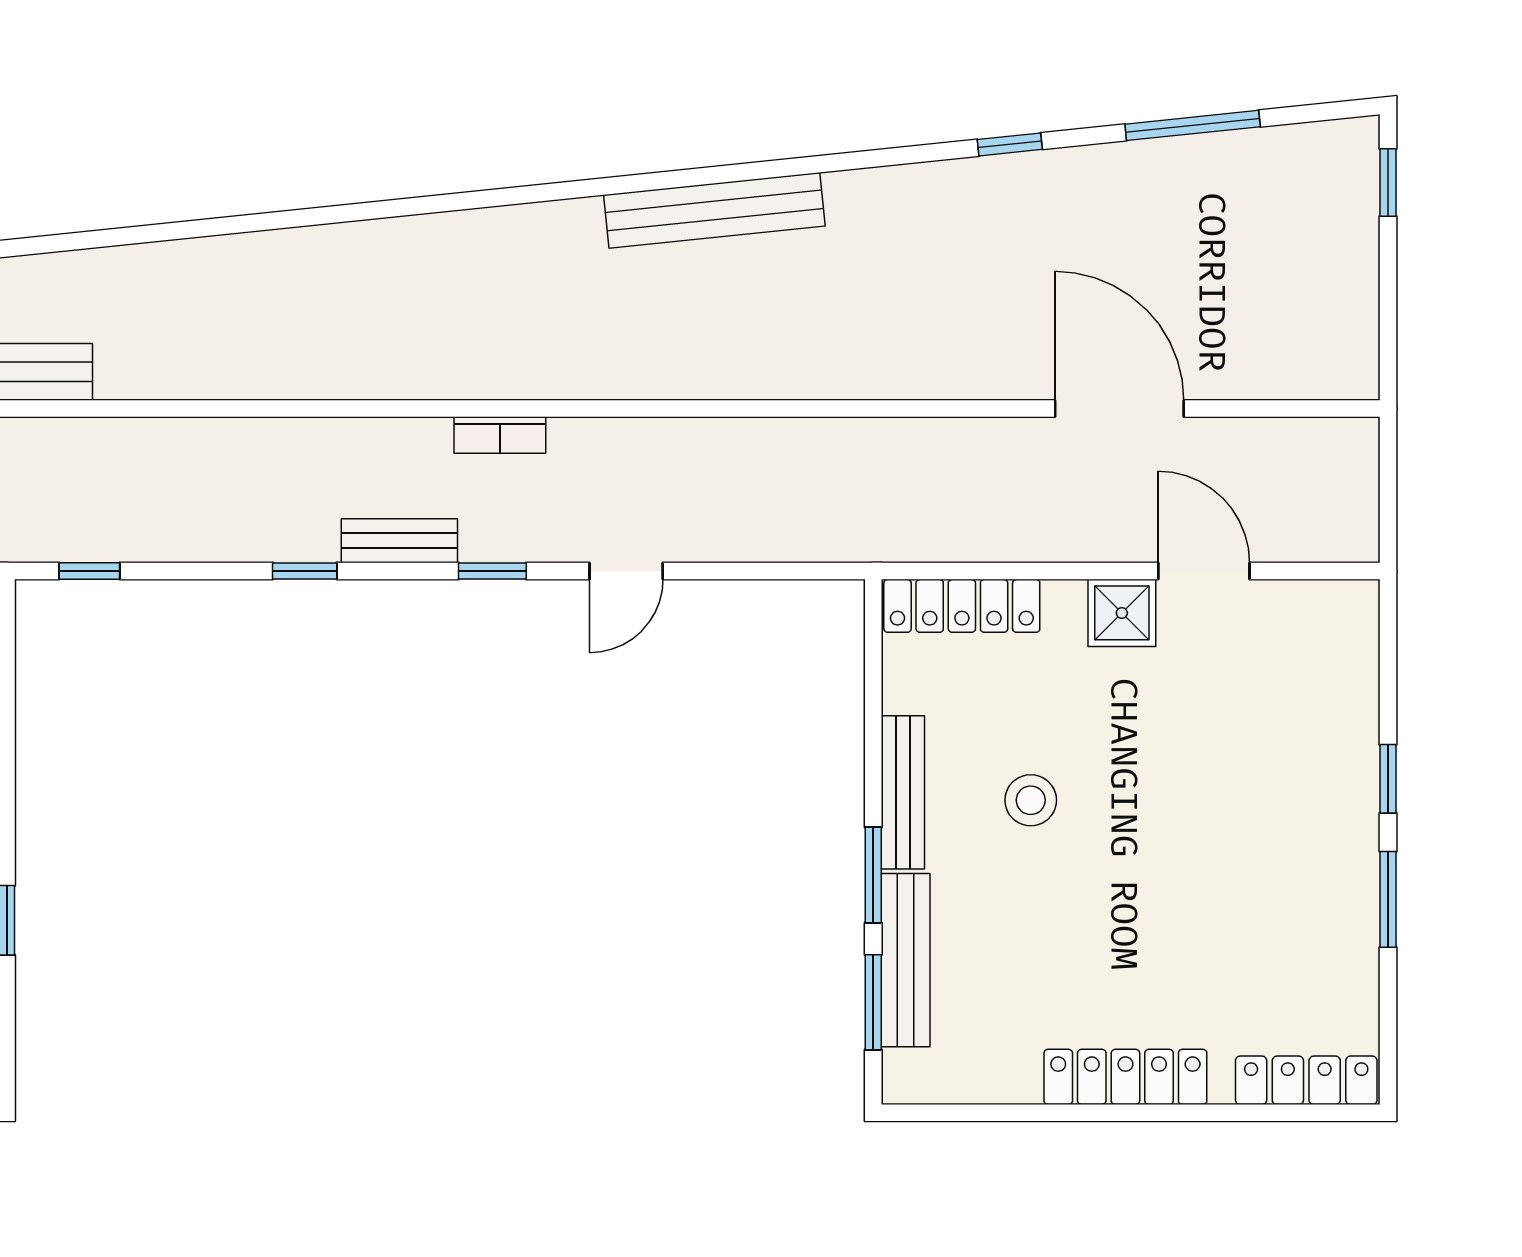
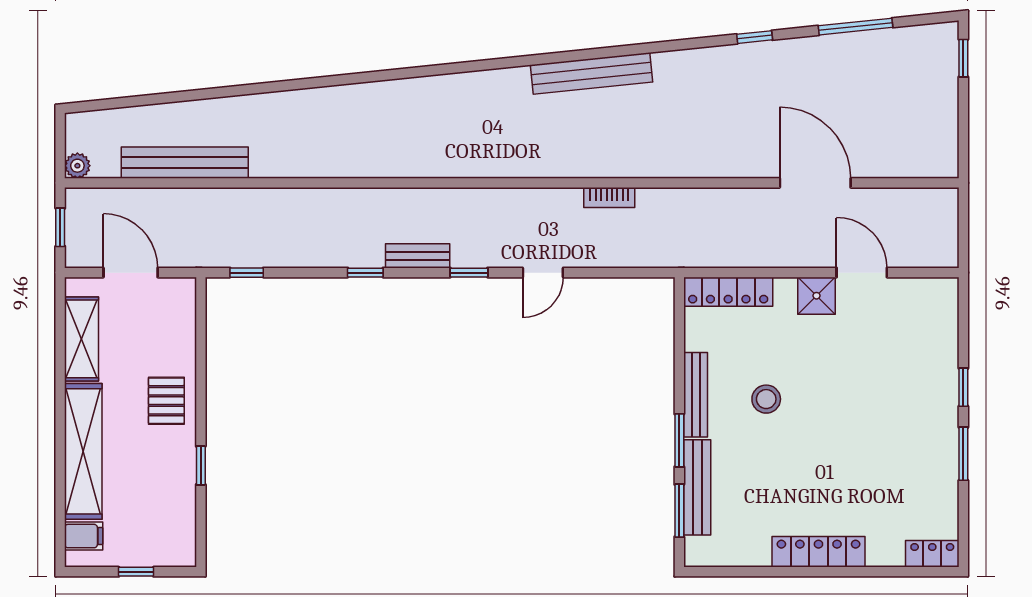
bookcase: (500, 435) -> (609, 197), moved
locker: (1306, 1080) -> (932, 554), width x0.66

